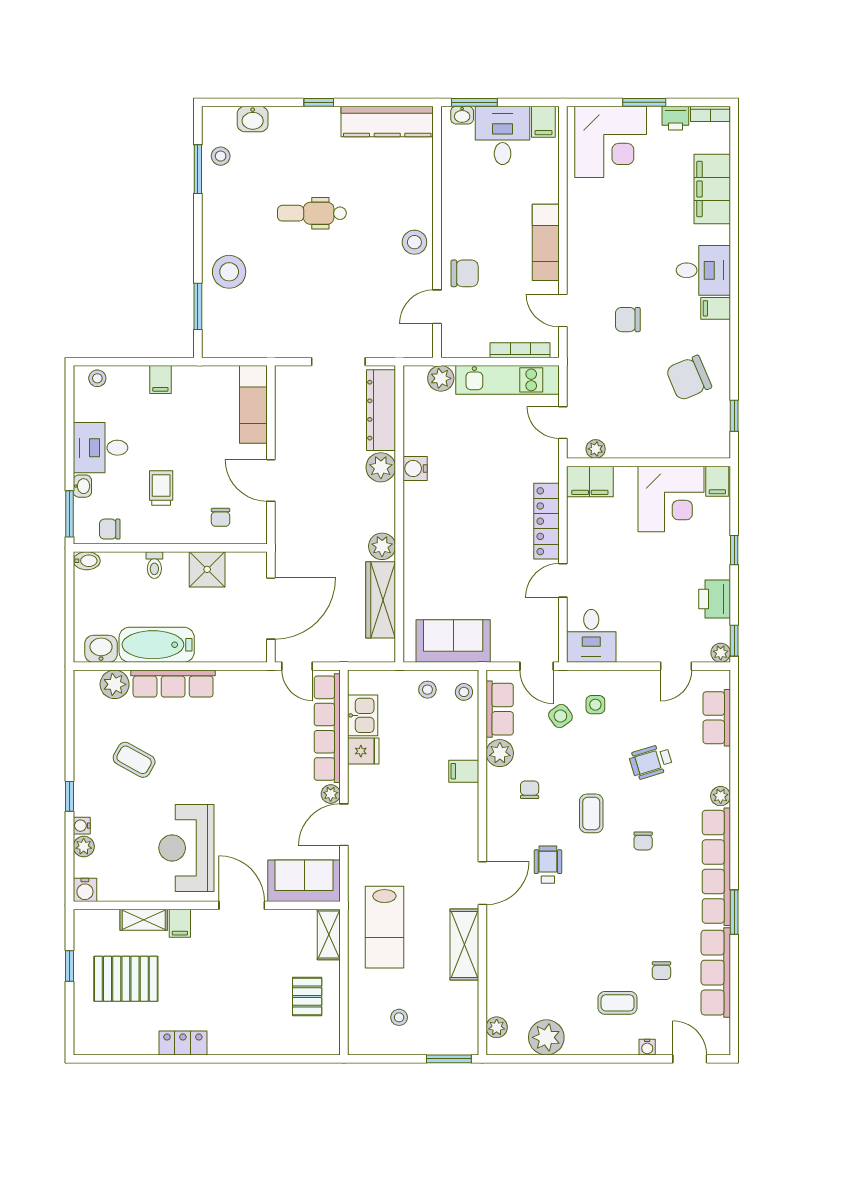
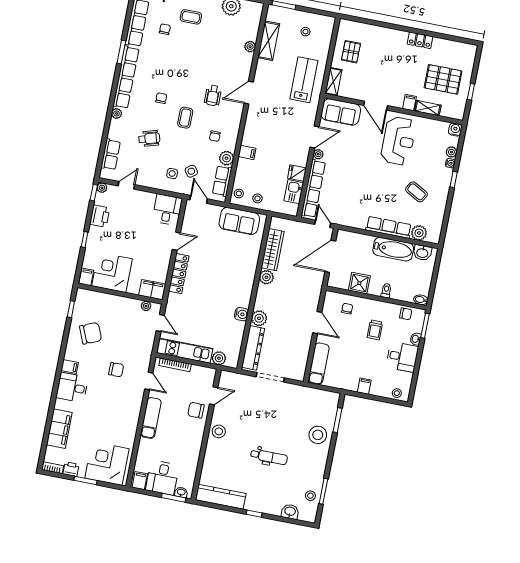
shelving: (464, 945) -> (269, 41), moved
plant: (497, 1027) -> (250, 47), moved

